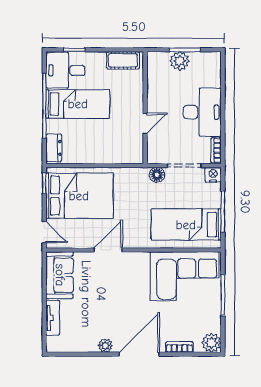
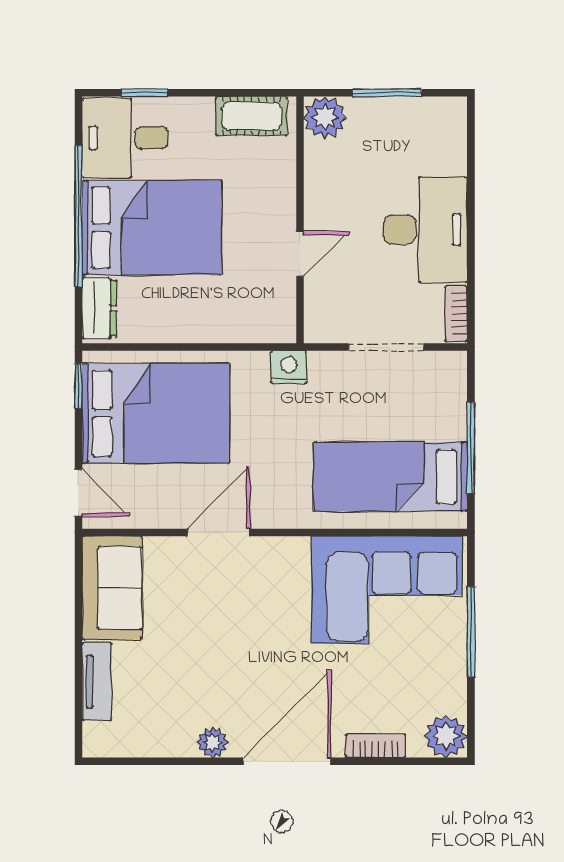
plant: (179, 61) -> (325, 117), moved
bed: (78, 104) -> (152, 228), width x1.50
floor lamp: (157, 175) -> (326, 367), removed
nightstand: (213, 175) -> (289, 367), moved

